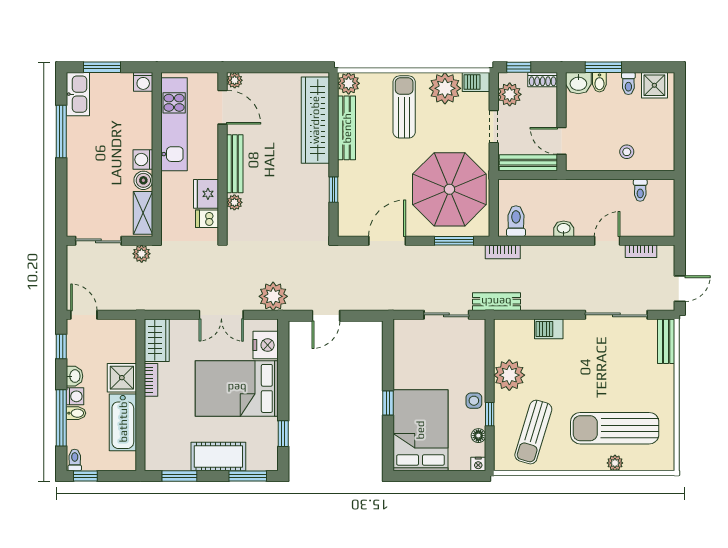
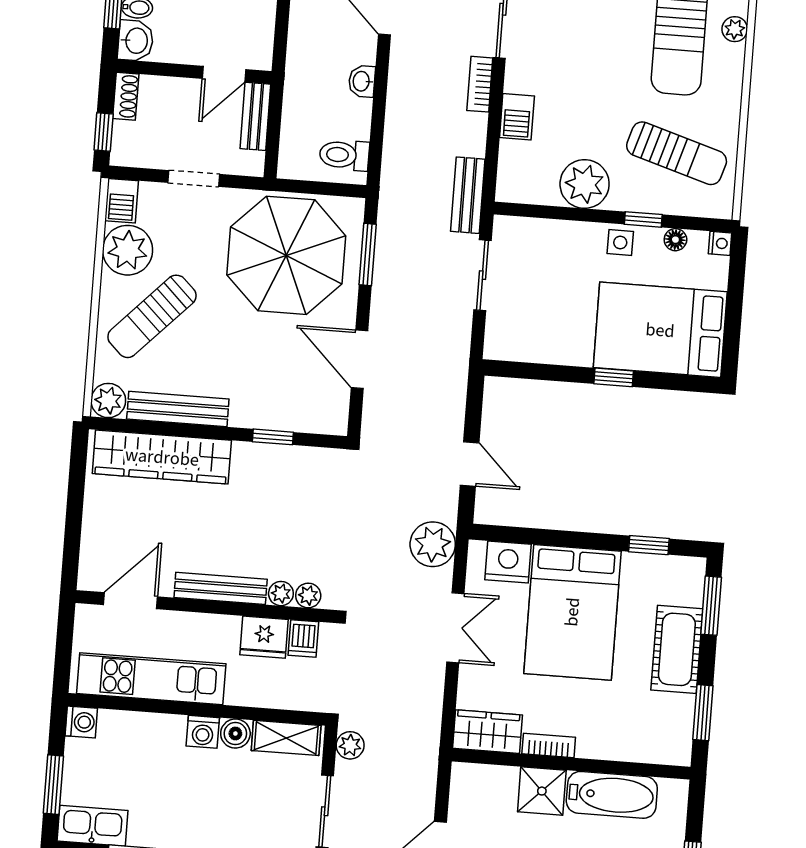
plant: (235, 80) -> (308, 595), moved
plant: (510, 94) -> (145, 150), removed
sun lounger: (404, 107) -> (152, 316), turned -46
bench: (528, 163) -> (255, 116), width x0.73
bookcase: (503, 252) -> (480, 84), moved, turned 180

